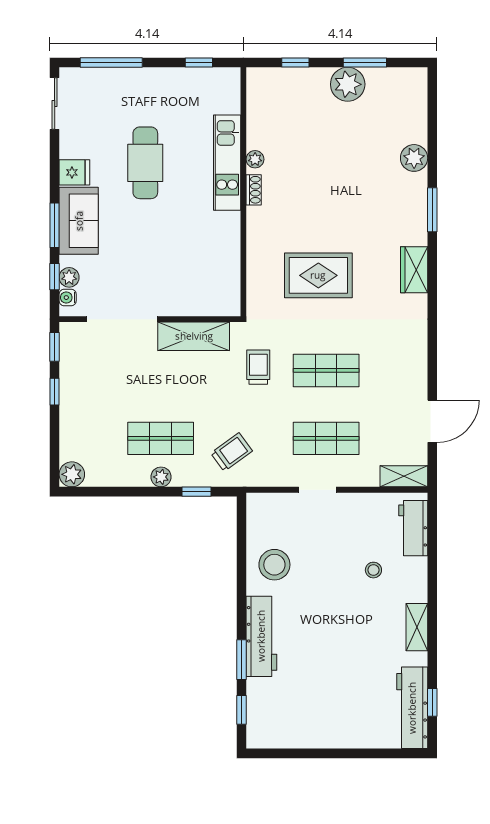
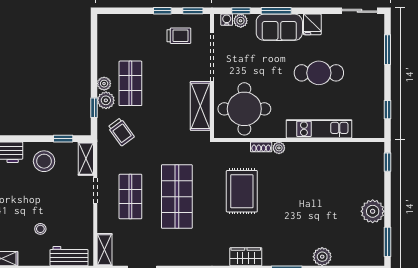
window: (111, 62) -> (387, 50), width x0.69
window: (295, 62) -> (387, 162), moved
window: (365, 62) -> (387, 242), moved
plant: (255, 159) -> (279, 148), moved
shoe rack: (254, 190) -> (261, 147), moved
round table: (198, 272) -> (244, 109), added
trolley: (258, 367) -> (179, 36), moved
shop shelf: (326, 370) -> (177, 197), width x1.43, depth x1.36
plant: (72, 474) -> (106, 100), moved
shelving: (271, 504) -> (86, 159), added
window: (242, 537) -> (63, 139), added

